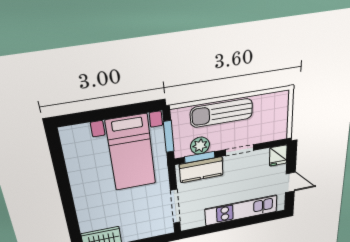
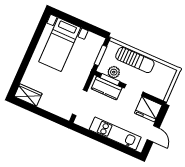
sun lounger: (222, 113) -> (135, 60), turned 180
bed with nightstands: (131, 153) -> (60, 45), moved
fridge: (278, 156) -> (148, 109), width x1.88, depth x1.34

